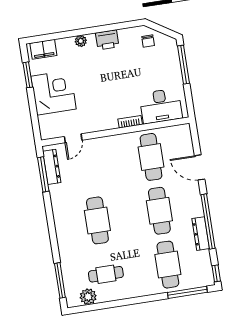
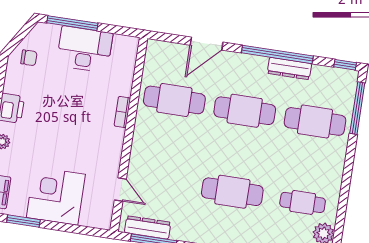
desk: (161, 106) -> (85, 49), moved, turned -90
cafe table: (106, 274) -> (303, 202), turned 90

